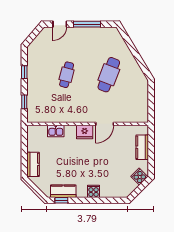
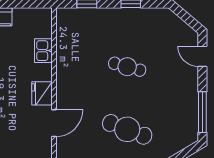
window: (87, 24) -> (202, 112), moved
door: (105, 124) -> (54, 123), swing flipped

